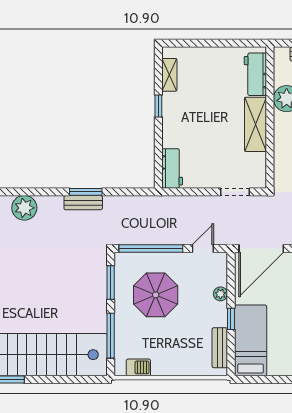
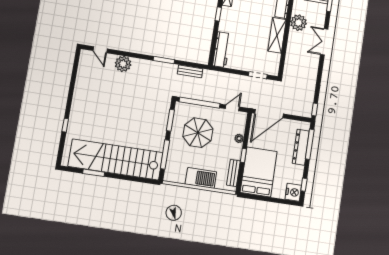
workbench: (172, 168) -> (222, 50), width x1.38
bench: (83, 203) -> (190, 71), moved
bed: (251, 340) -> (259, 172), width x1.50
barbecue: (138, 367) -> (201, 178), moved, width x1.88, depth x1.53

